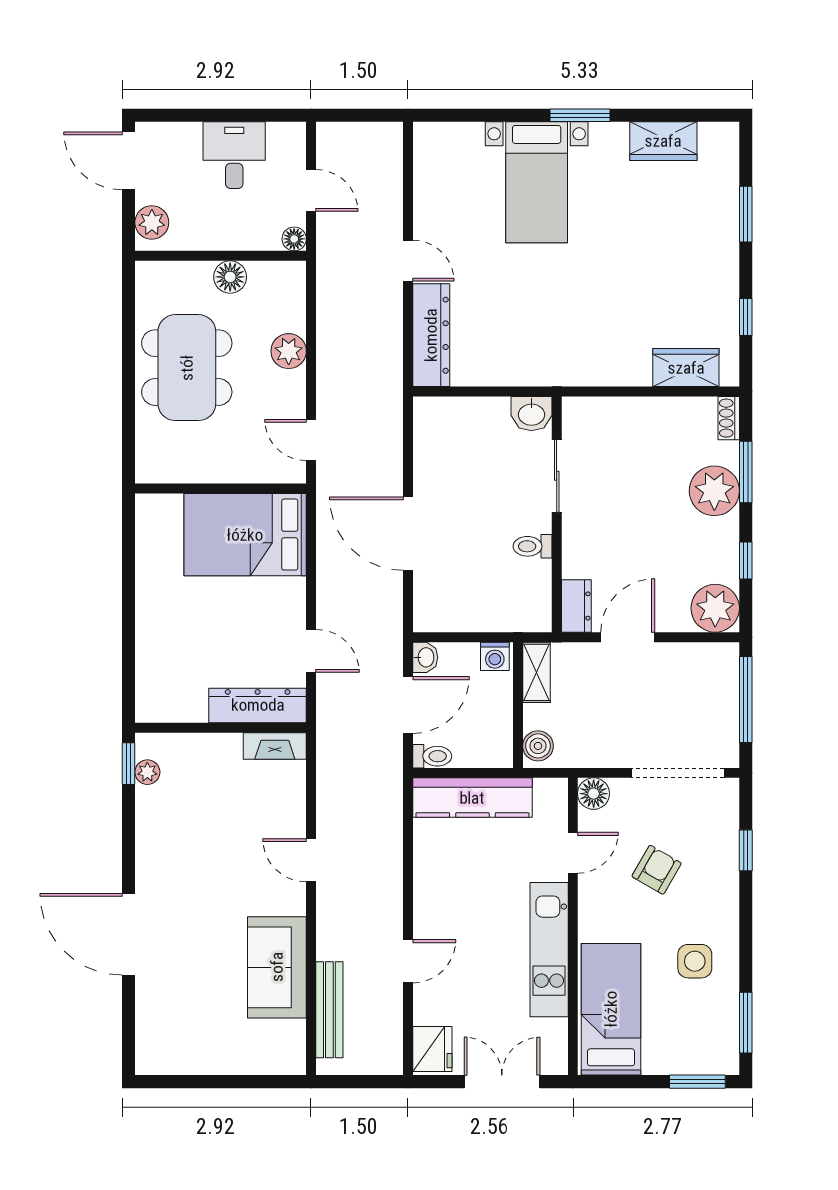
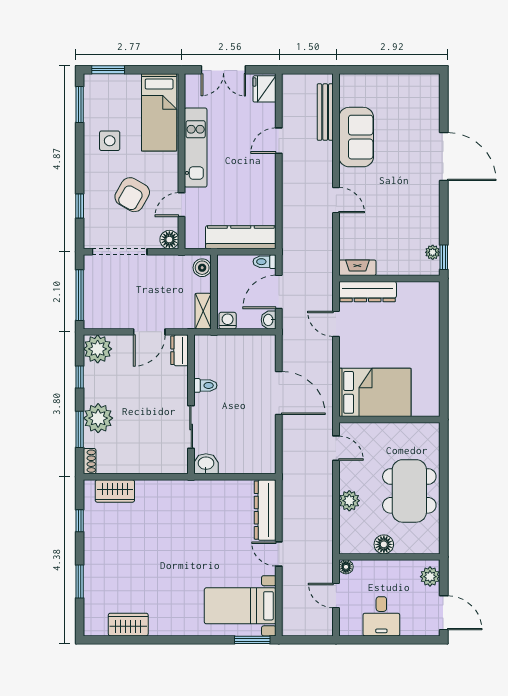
window: (580, 115) -> (252, 640), moved
bed with nightstands: (537, 182) -> (240, 606), moved, turned -90
armchair: (657, 870) -> (132, 195), width x1.38, depth x1.38

